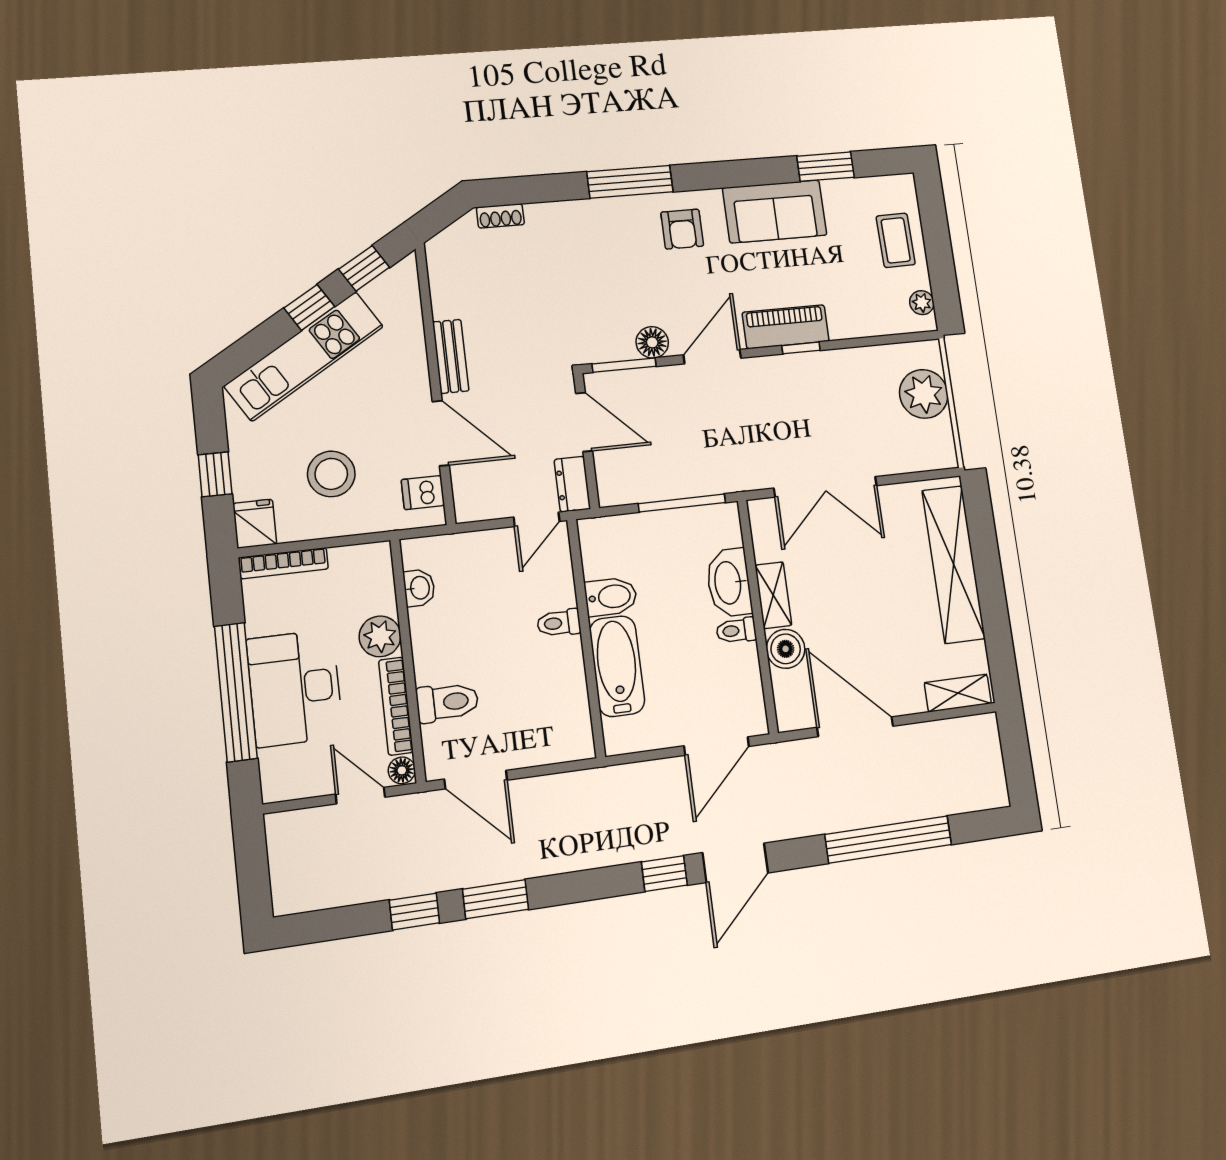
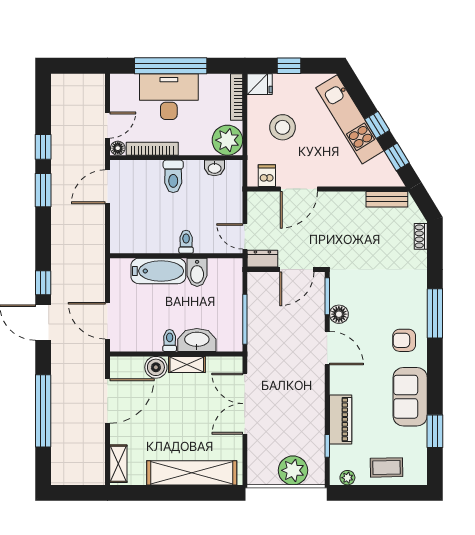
piano: (786, 327) -> (341, 419), moved
window: (801, 348) -> (327, 446), moved
bench: (451, 356) -> (387, 199), moved
plant: (380, 636) -> (227, 140), moved, width x1.36, depth x1.36
toilet: (447, 702) -> (173, 176), moved

